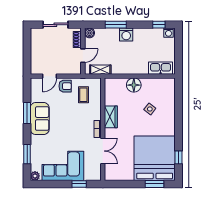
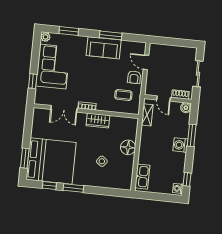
window: (179, 134) -> (73, 188), added

